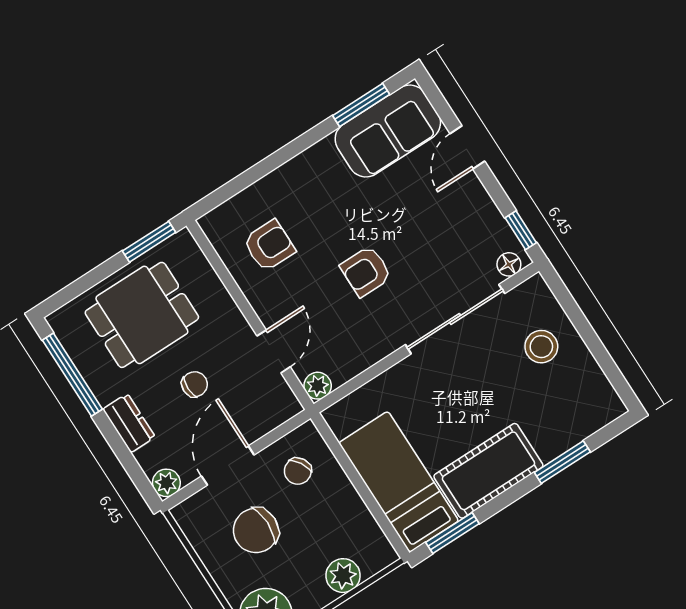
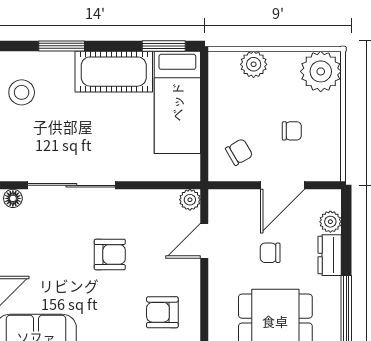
stool: (541, 347) -> (22, 92), moved
plant: (166, 483) -> (330, 222), moved
chair: (256, 530) -> (292, 131), width x0.54, depth x0.54

